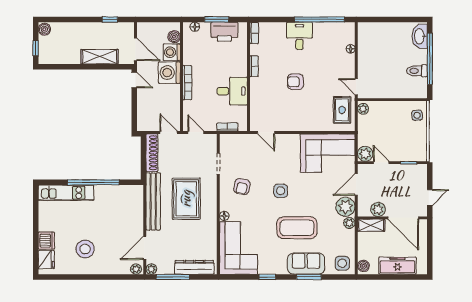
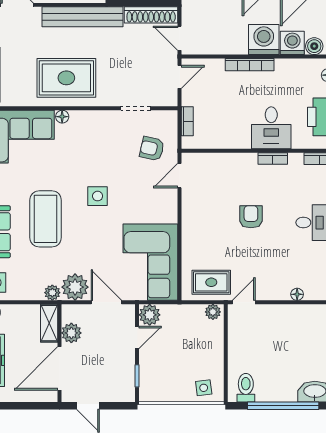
toilet: (417, 71) -> (246, 388), moved
desk: (232, 91) -> (271, 128), moved
door: (168, 132) -> (180, 38), swing flipped
armchair: (242, 186) -> (152, 149), moved
rug: (186, 199) -> (66, 78), moved

